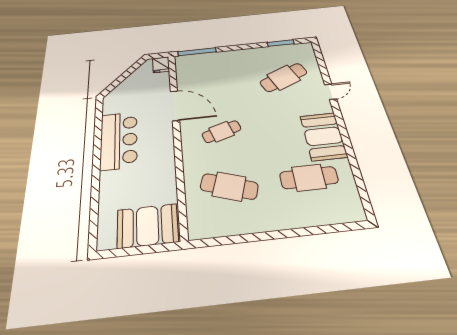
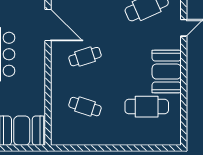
cafe table: (229, 186) -> (85, 107), width x0.73, depth x0.74

